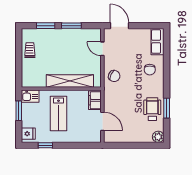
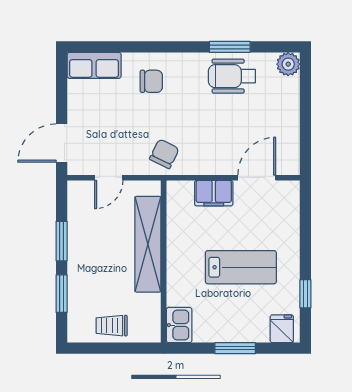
shelving: (70, 81) -> (148, 244), moved
wall: (61, 89) -> (164, 261), moved
kitchen sink: (30, 96) -> (179, 325), moved

